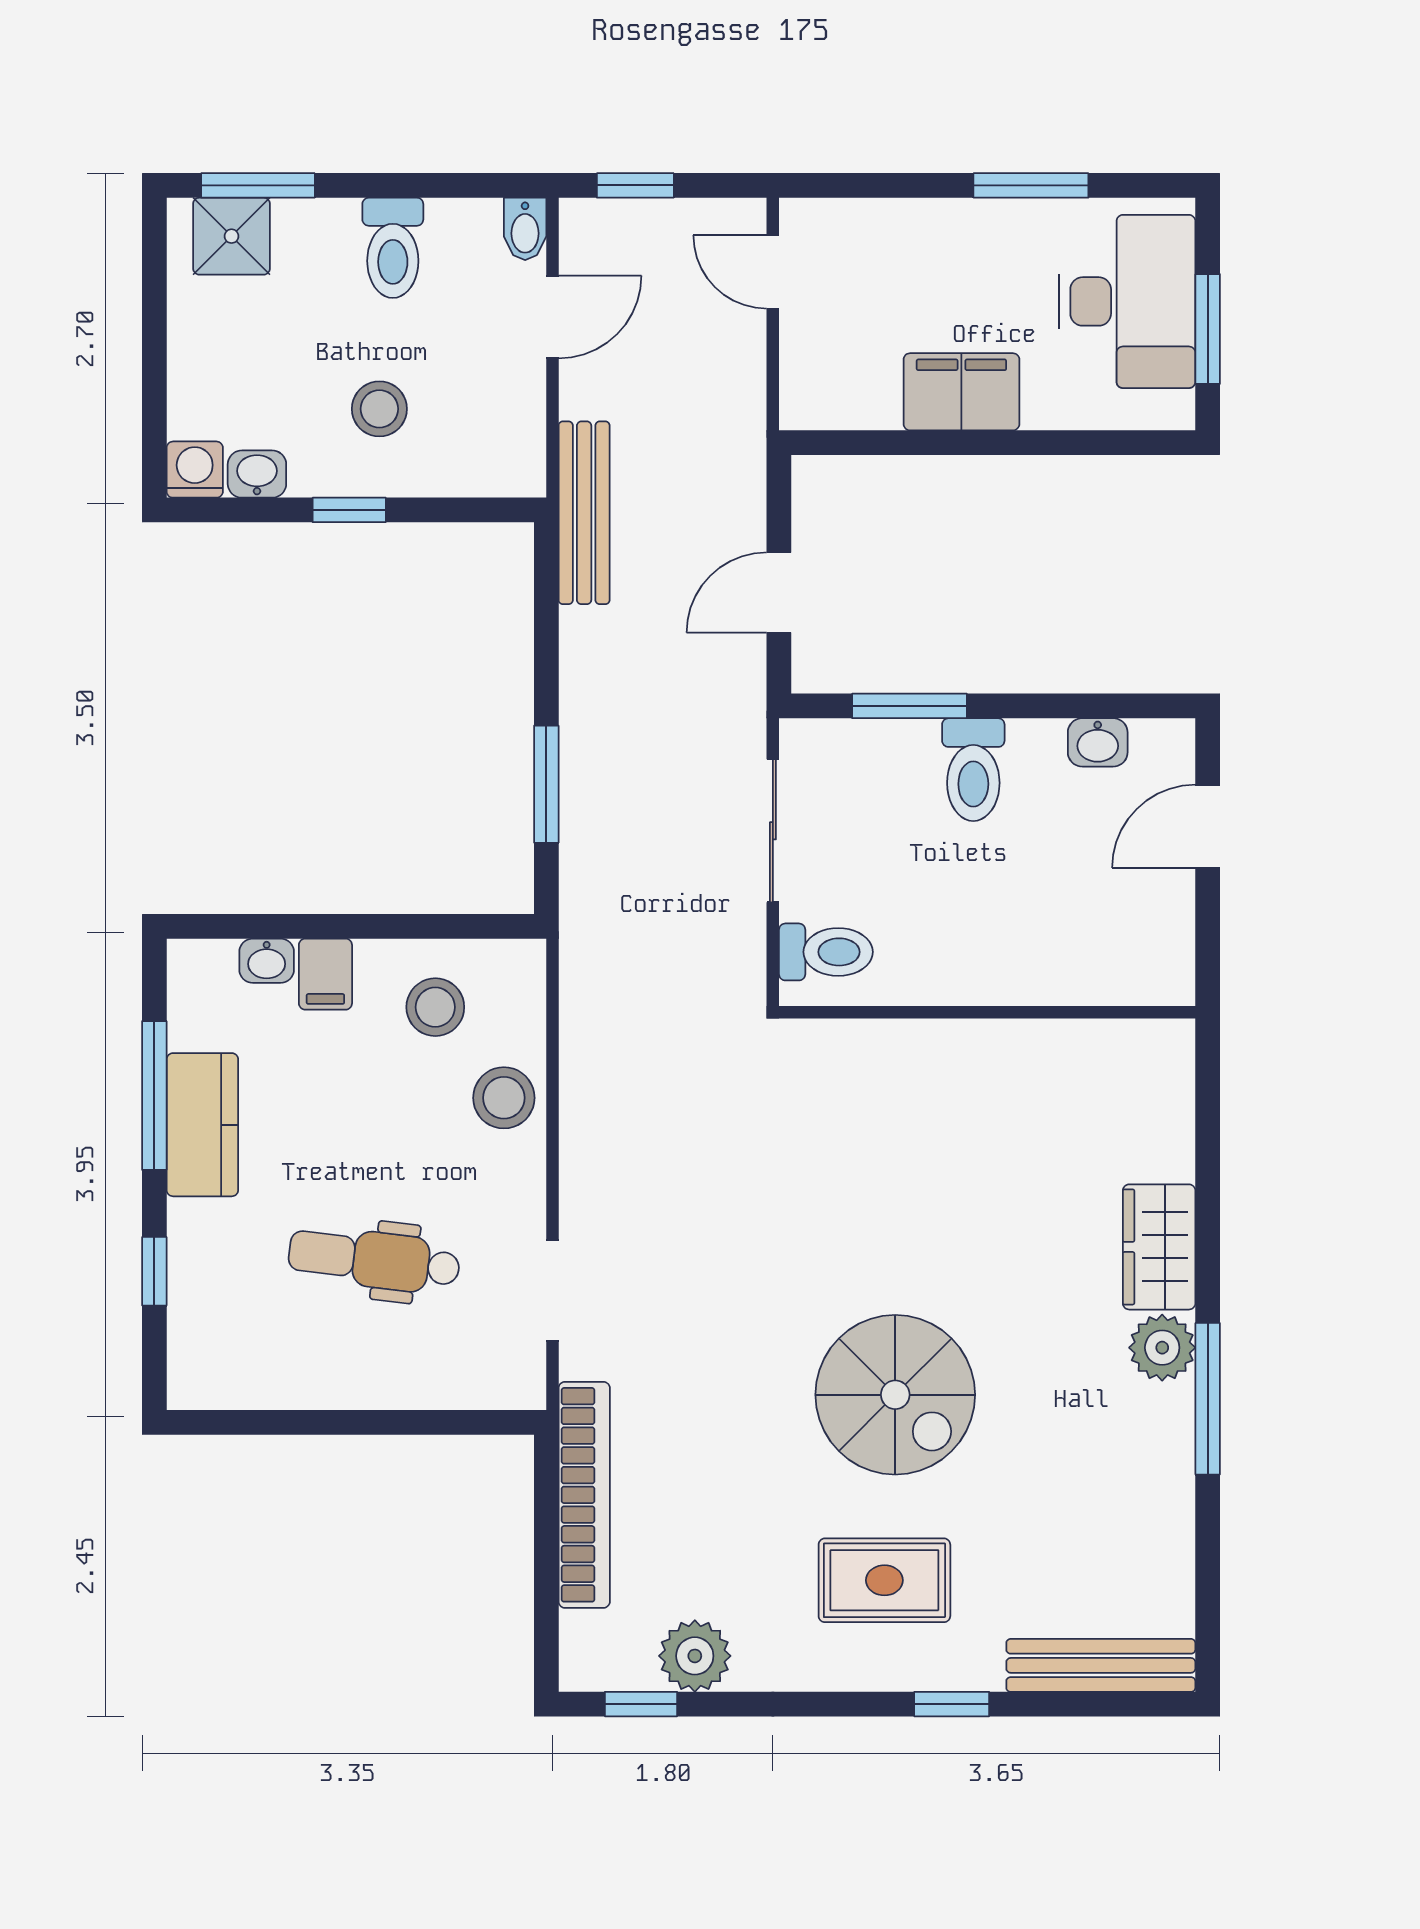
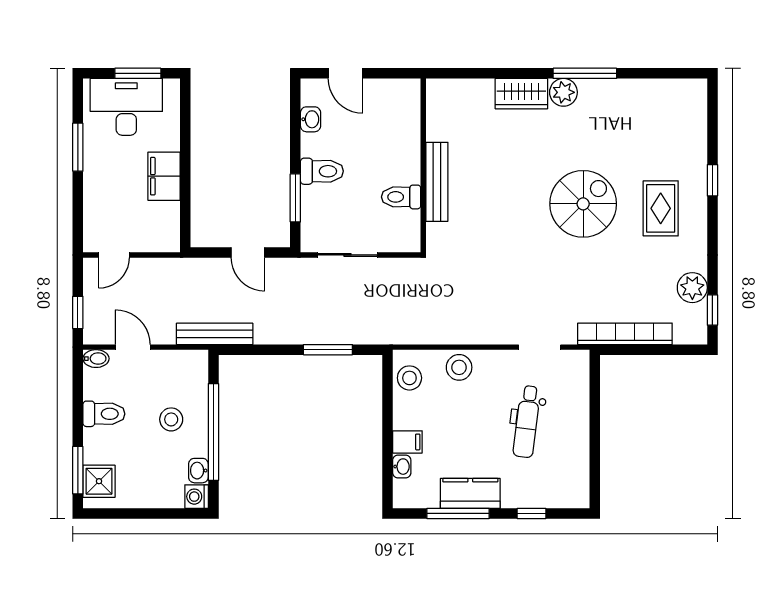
window: (349, 510) -> (213, 432), width x3.17
toilet: (826, 952) -> (401, 197), moved, turned -90
stool: (435, 1007) -> (409, 378), moved
bench: (1101, 1665) -> (437, 182), moved

